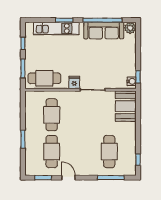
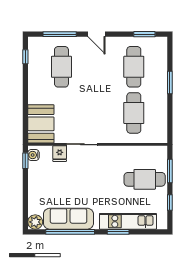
cafe table: (44, 78) -> (145, 179), moved
fridge: (74, 82) -> (60, 154), moved
door: (68, 178) -> (96, 34), moved

